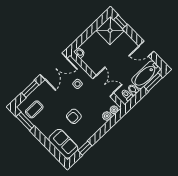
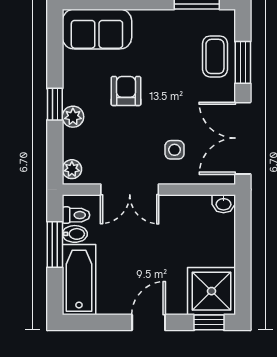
door: (146, 49) -> (149, 322), moved
window: (153, 82) -> (55, 244), moved
coffee table: (34, 109) -> (215, 56), moved
plant: (107, 116) -> (73, 117), moved
window: (85, 148) -> (55, 104), moved

